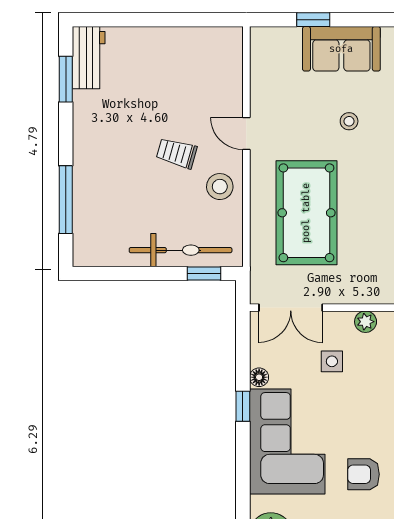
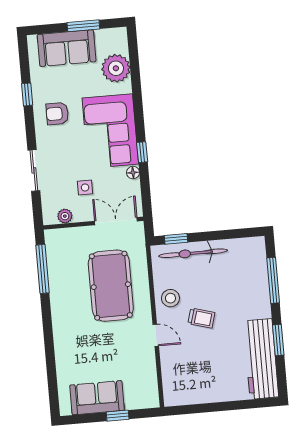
workbench: (89, 58) -> (261, 359), width x1.88, depth x1.32
window: (66, 79) -> (278, 340), moved
stool: (349, 121) -> (88, 350), removed
armchair: (363, 474) -> (57, 114), turned 180

